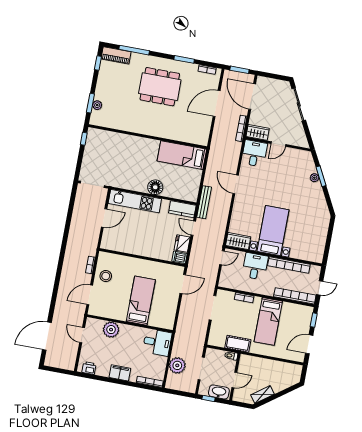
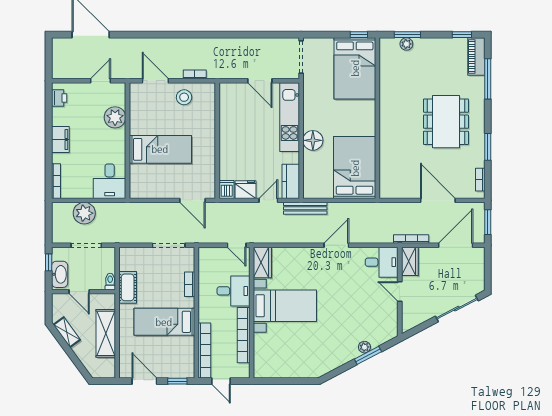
bed: (108, 146) -> (355, 68), added
bed: (182, 155) -> (355, 168), width x1.50
shelving: (269, 366) -> (106, 333), added

